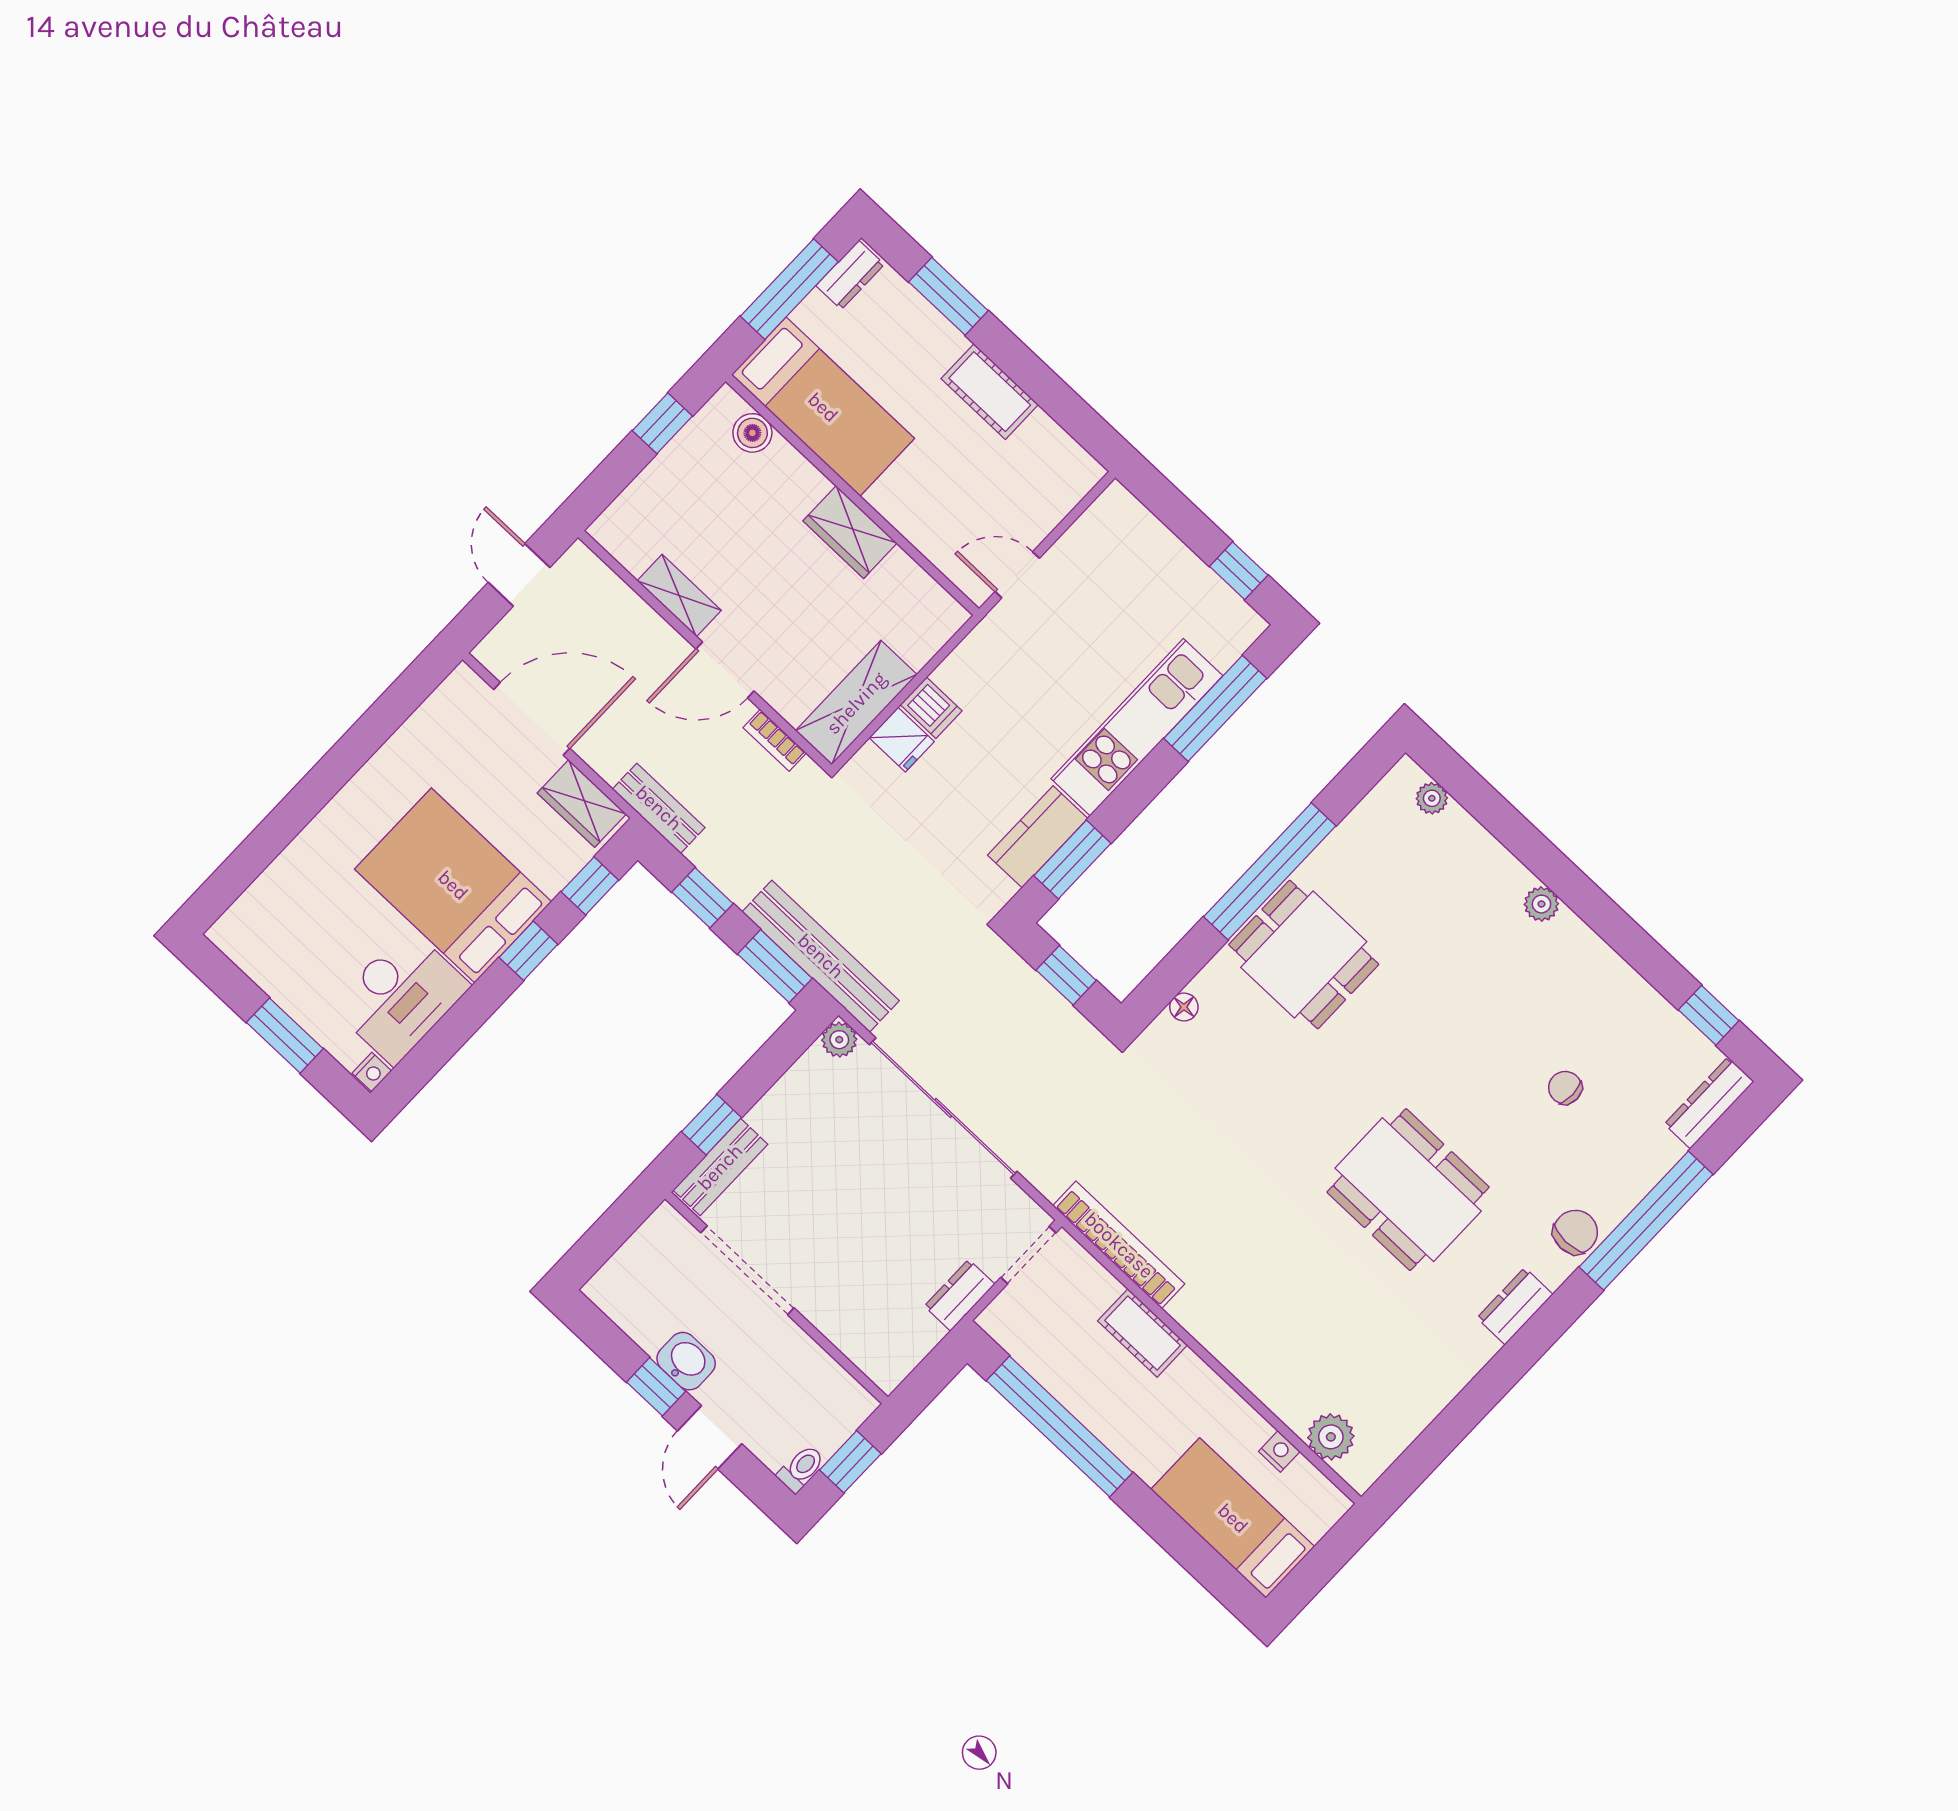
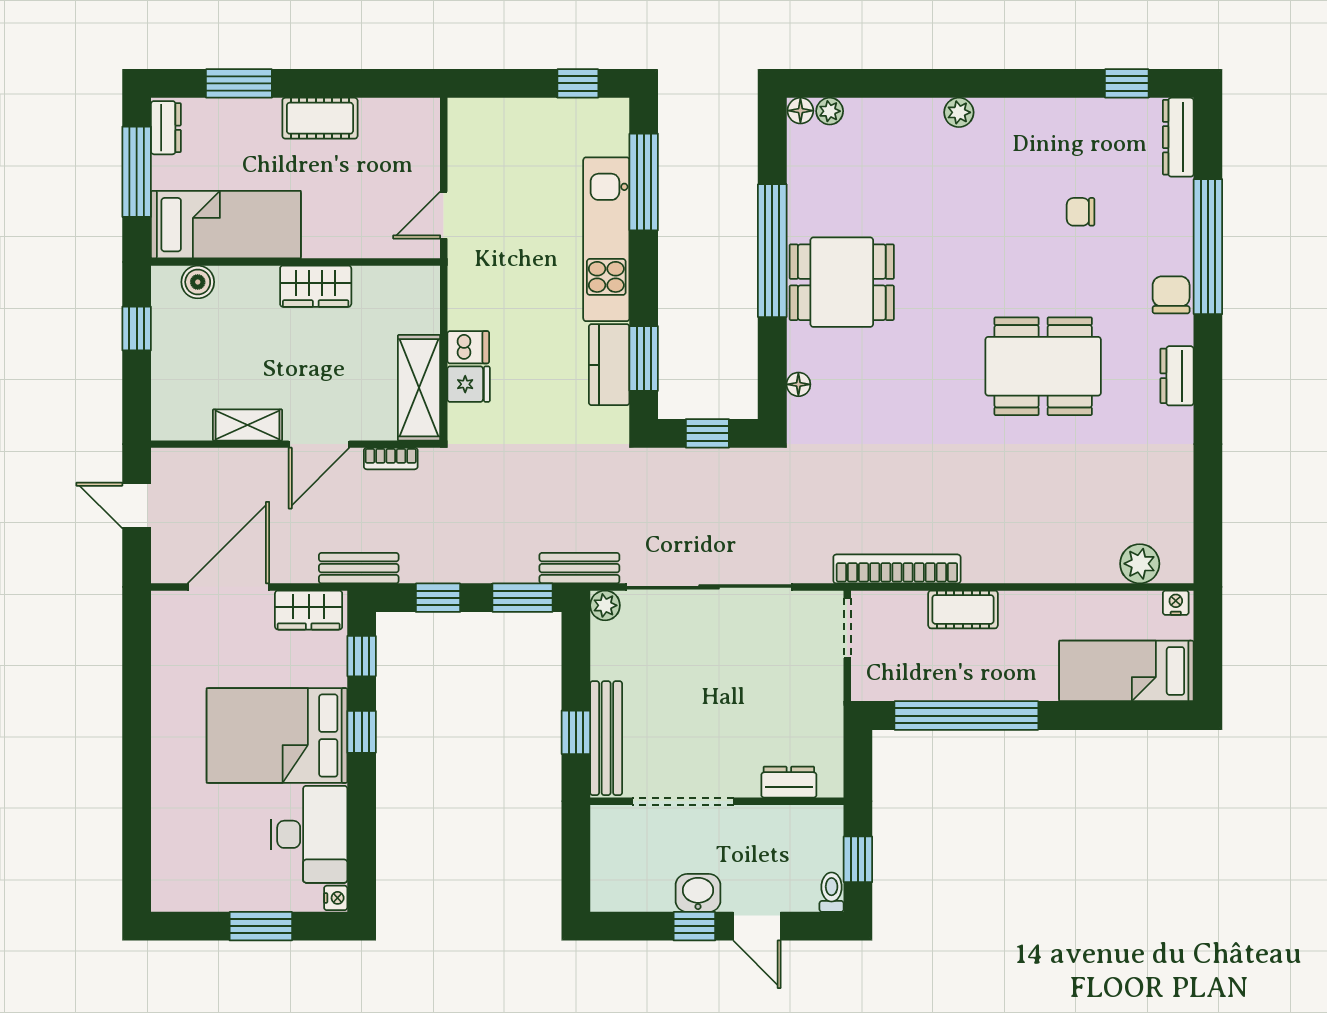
floor lamp: (1407, 774) -> (800, 111), added
bench: (821, 956) -> (579, 568), width x0.54, depth x0.82
bench: (720, 1167) -> (606, 738), width x1.36
dresser: (960, 1295) -> (789, 782), moved, turned 90
nightstand: (1279, 1451) -> (1176, 603), moved

